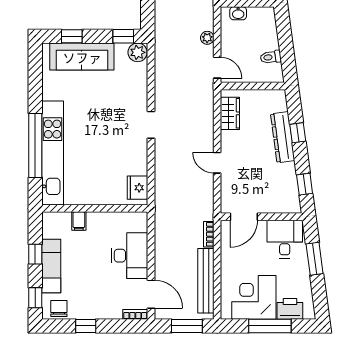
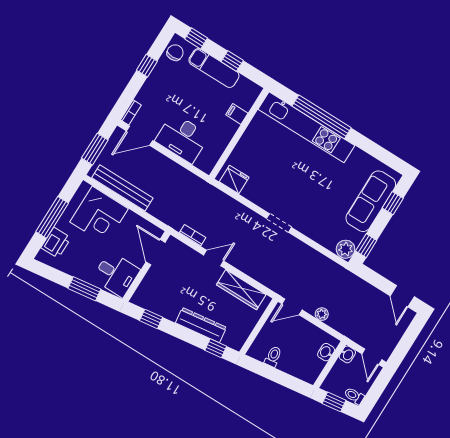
wardrobe: (230, 113) -> (241, 290), width x1.50
window: (298, 133) -> (216, 348), moved
bookcase: (209, 234) -> (193, 235), moved
corner desk: (254, 297) -> (99, 215), moved, turned 90
chair: (59, 308) -> (175, 53), turned -90

